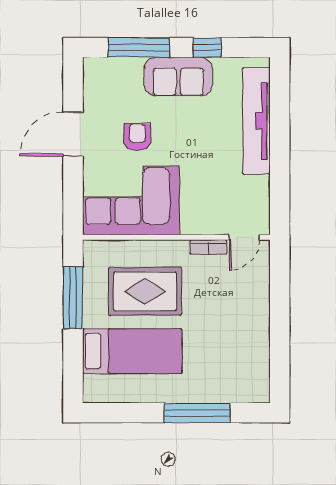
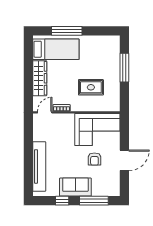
rug: (145, 291) -> (91, 87), width x0.73, depth x0.70
window: (73, 298) -> (124, 68), moved
wardrobe: (255, 311) -> (40, 78), added
bed: (132, 351) -> (56, 49), moved, turned 180

